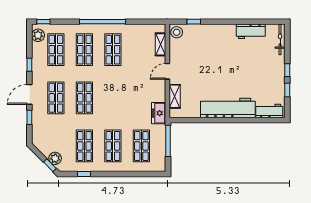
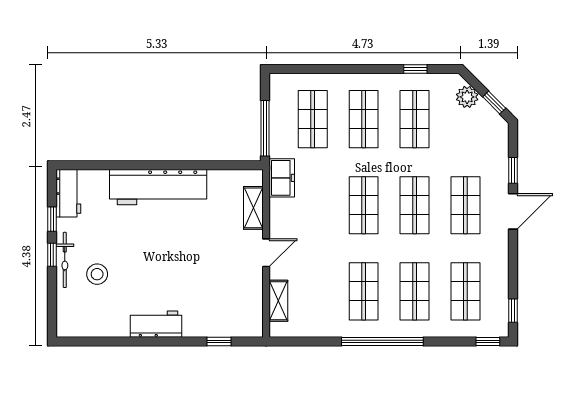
workbench: (251, 31) -> (156, 324), moved
stool: (177, 32) -> (97, 274), moved
plant: (38, 35) -> (498, 317), removed
bicycle: (280, 39) -> (65, 260), moved
window: (29, 65) -> (513, 311), moved
shop shelf: (113, 98) -> (364, 205), added
workbench: (269, 111) -> (68, 193), moved, turned -90
window: (50, 165) -> (494, 103), moved

